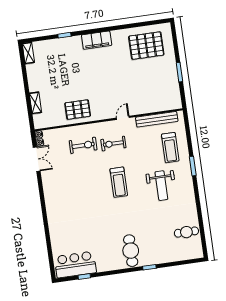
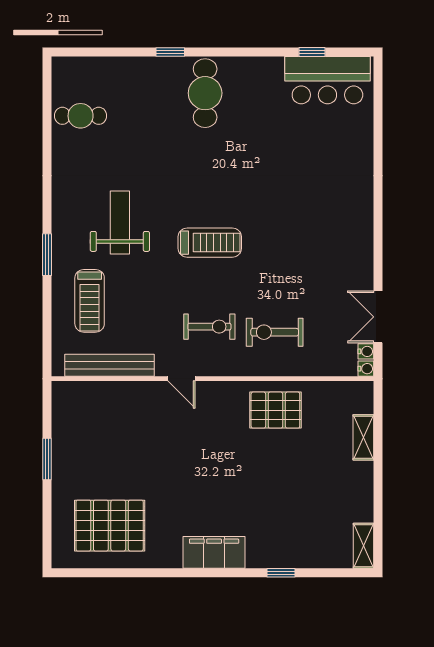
door: (123, 118) -> (182, 379), hinge flipped
treadmill: (170, 148) -> (90, 301), turned 180
treadmill: (119, 182) -> (210, 243), turned 90

